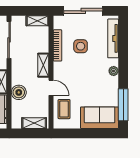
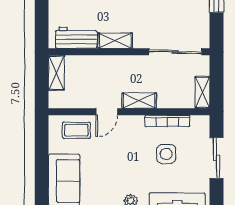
sliding door: (83, 11) -> (217, 158), width x0.73
boiler: (19, 92) -> (100, 66), removed
shelving: (34, 123) -> (56, 73), moved

